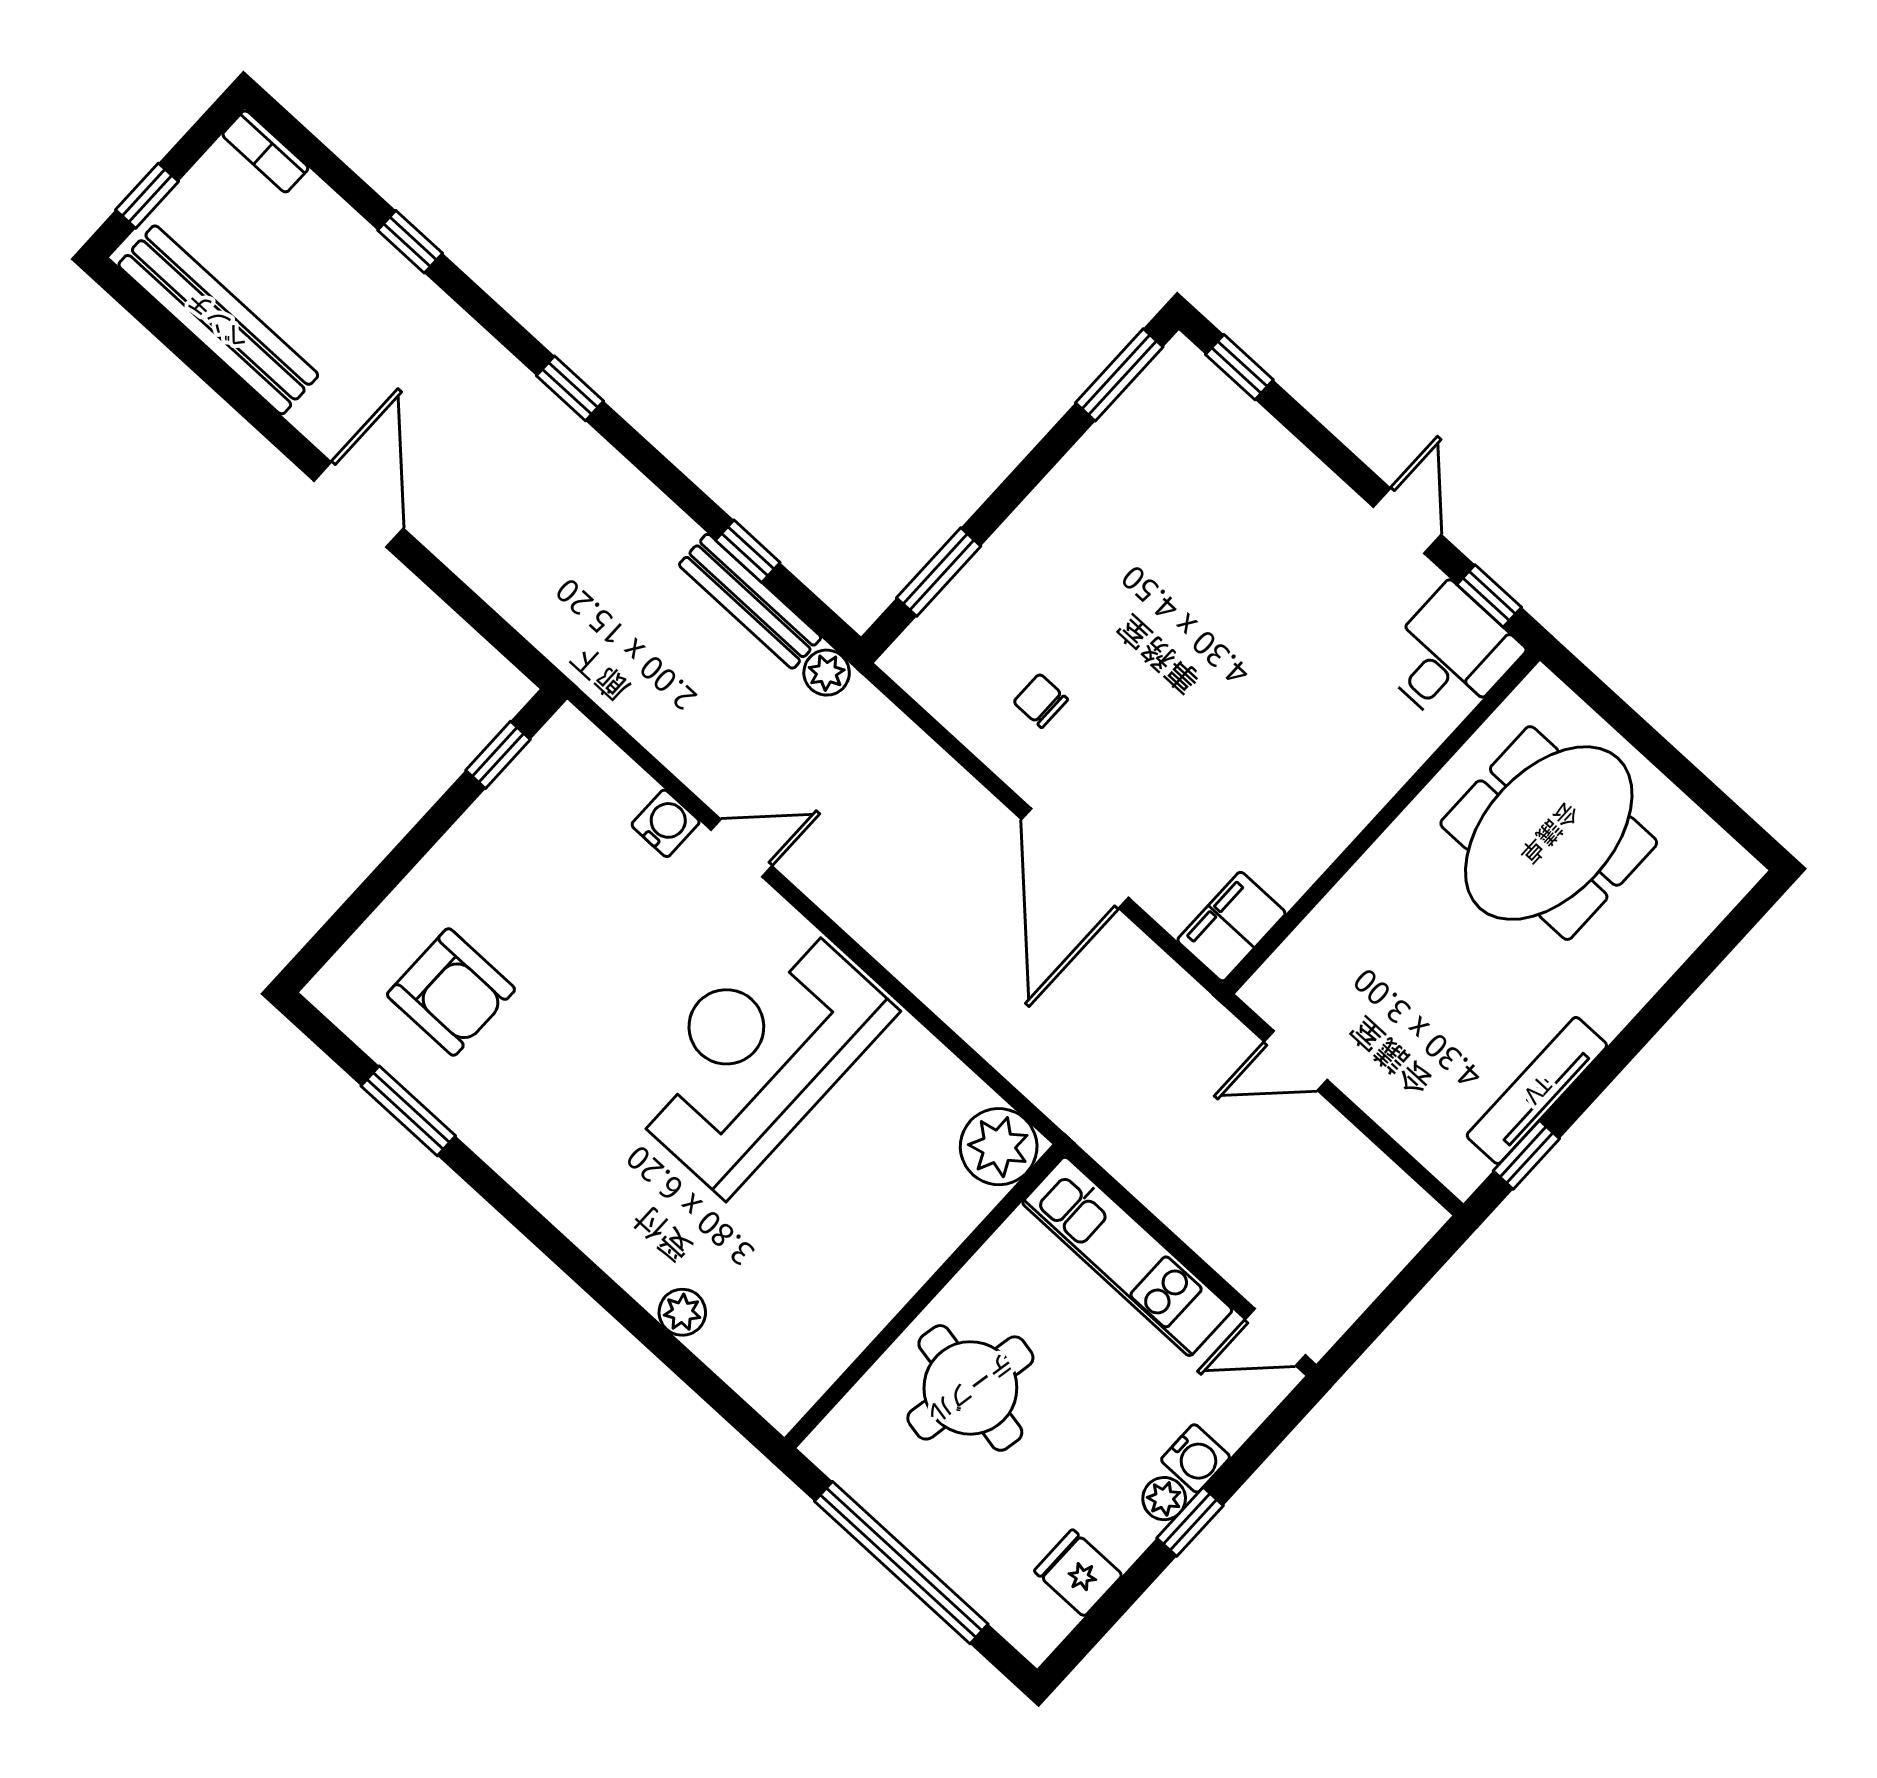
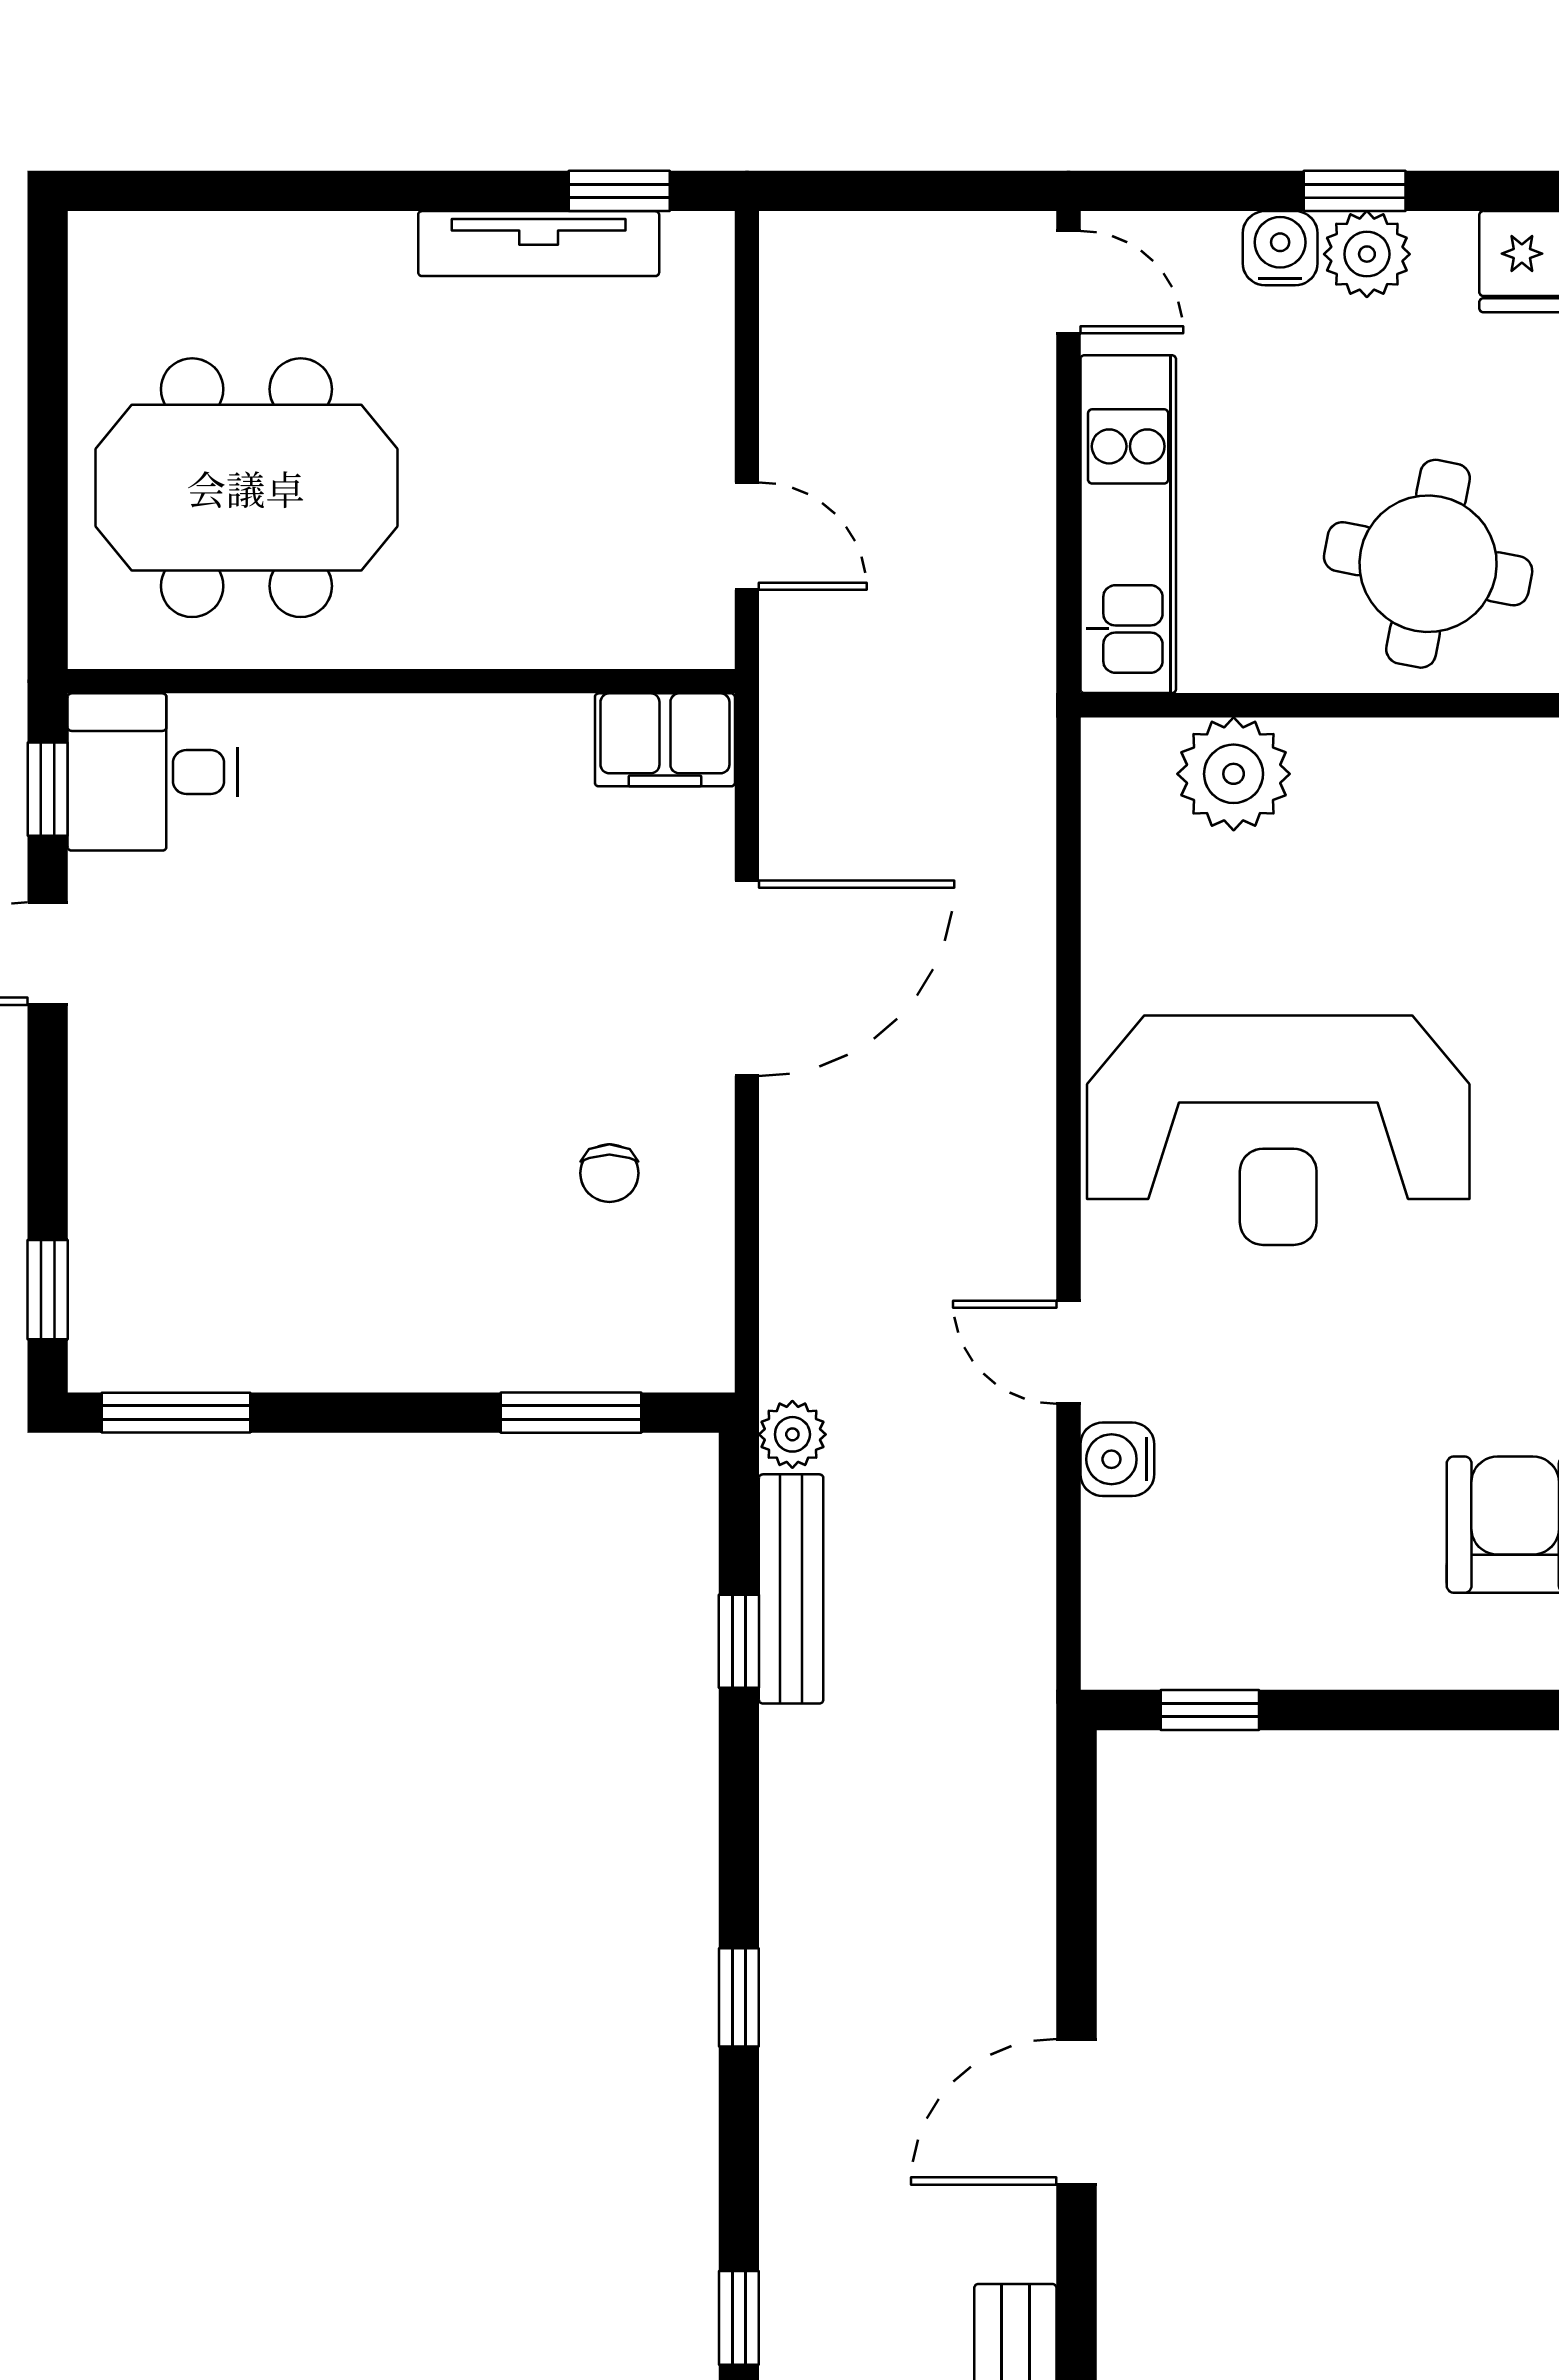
plant: (999, 1147) -> (1234, 774), moved
plant: (1164, 1499) -> (1367, 254), width x1.38, depth x1.38

